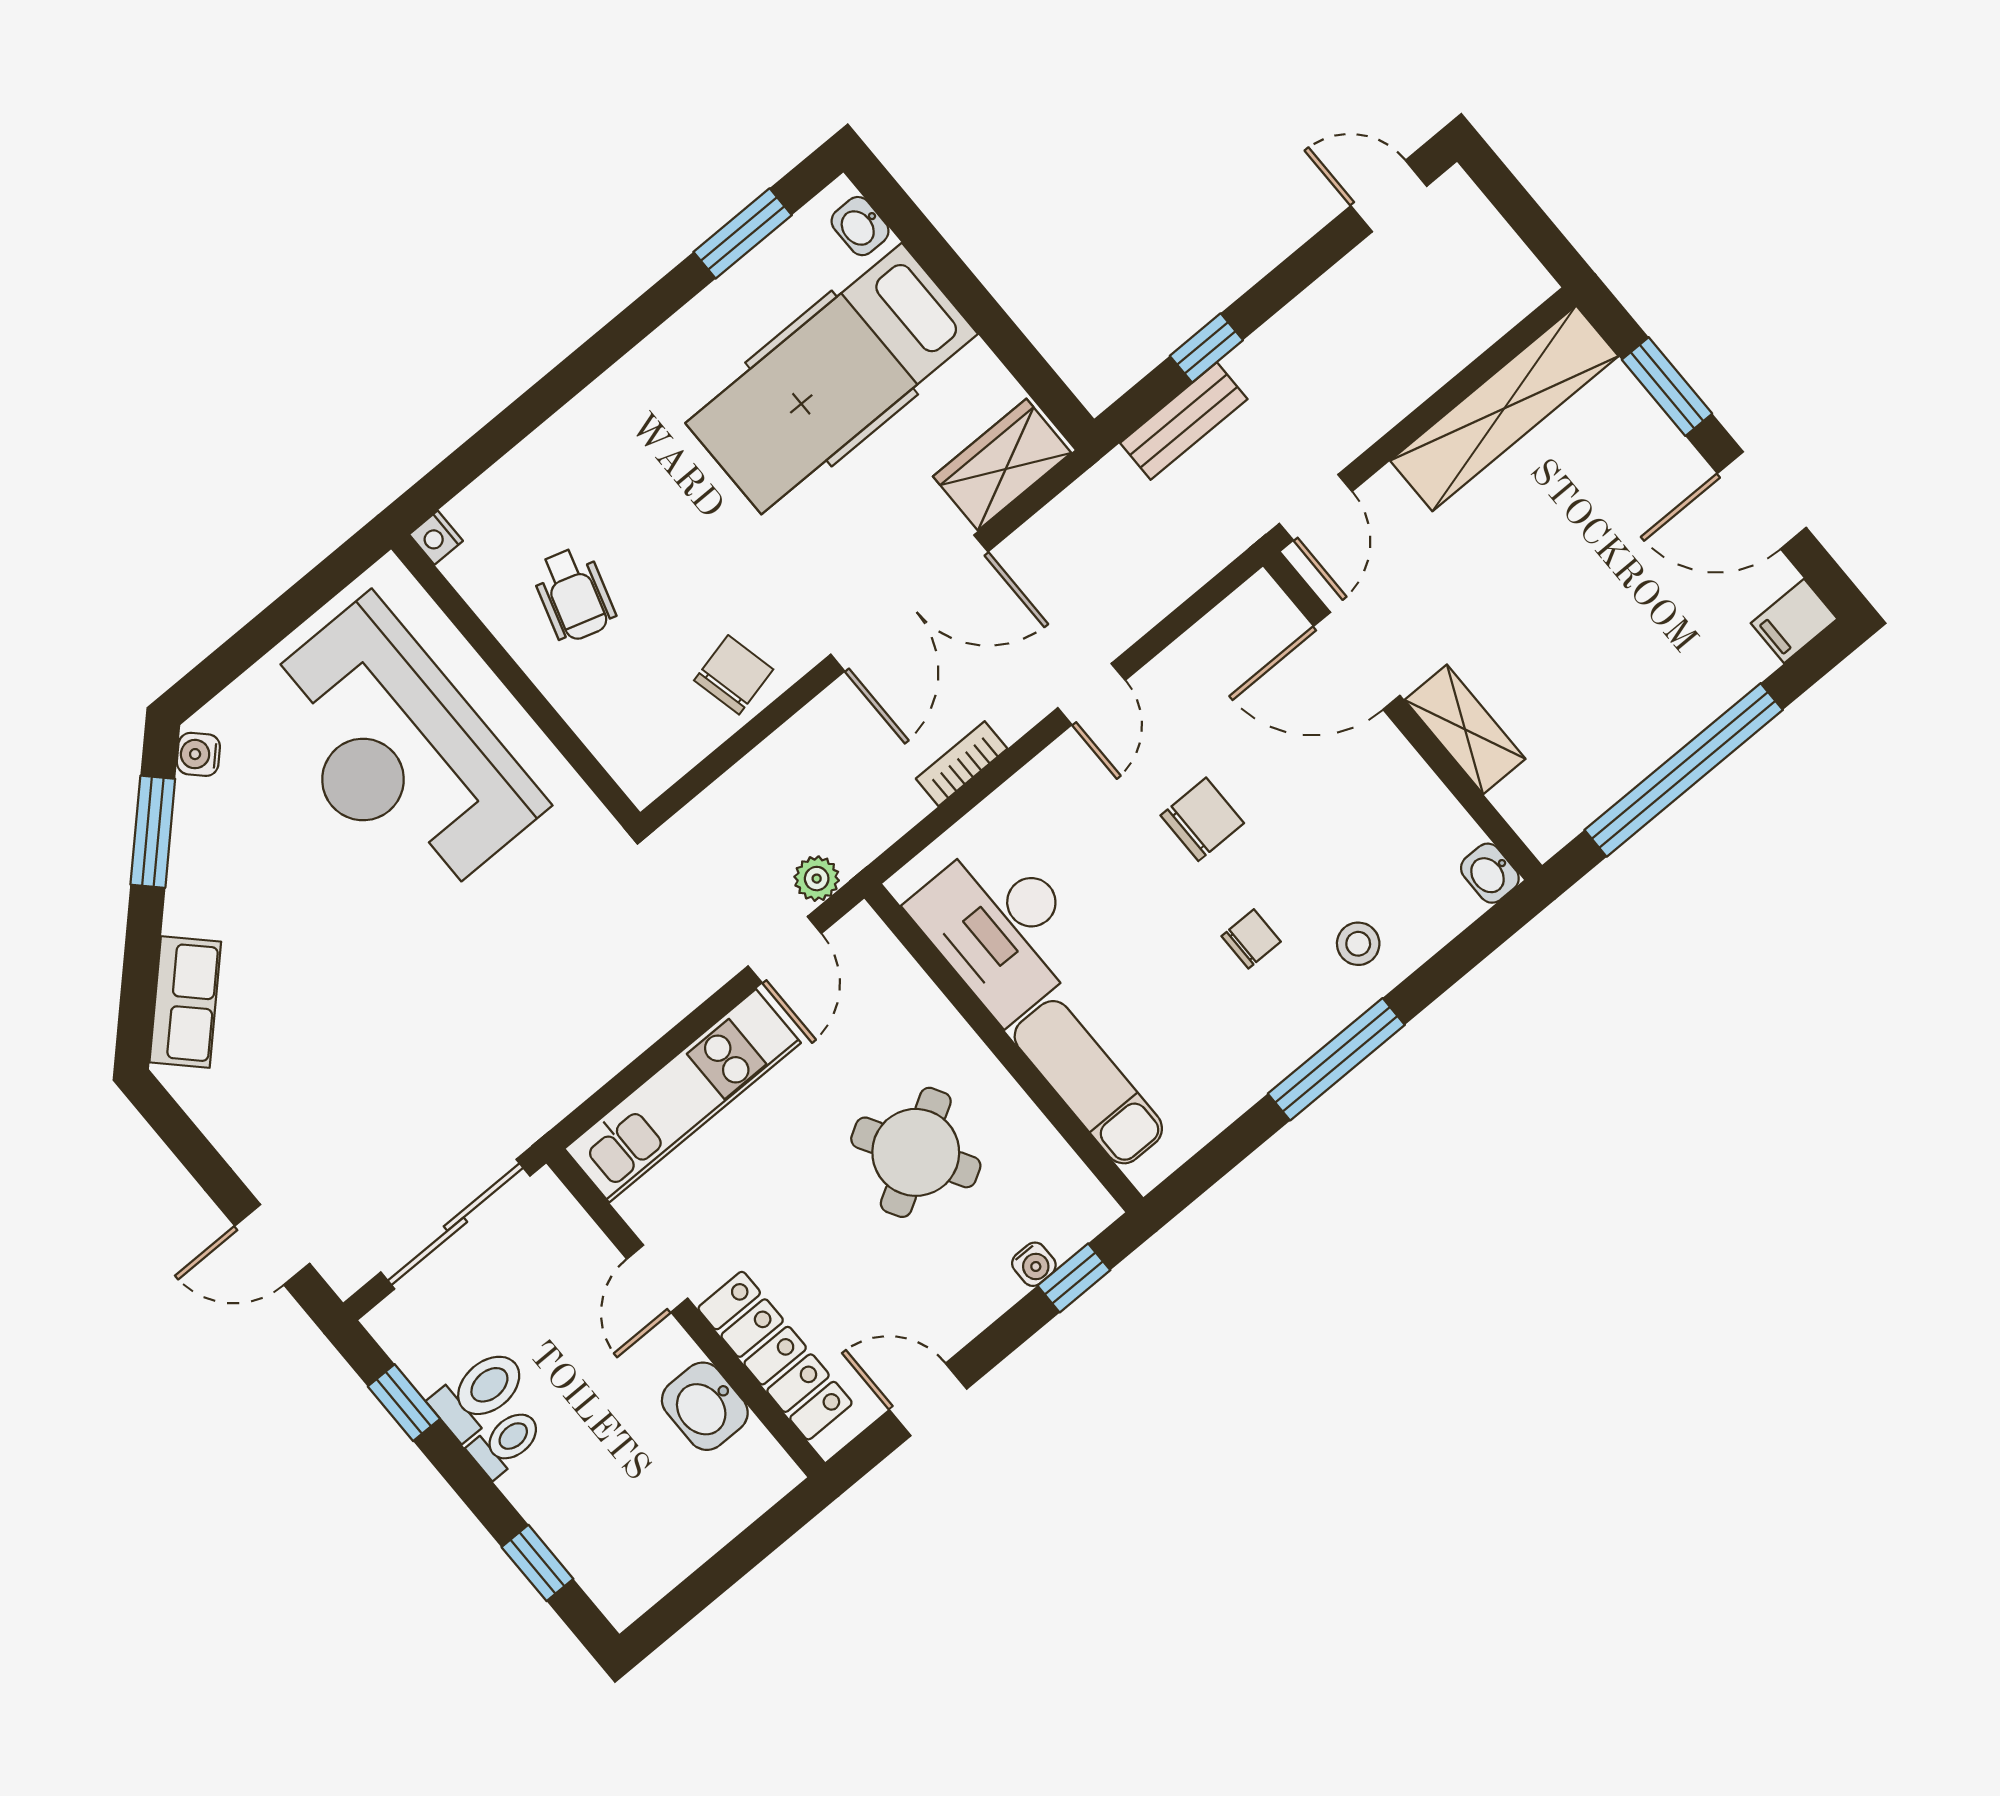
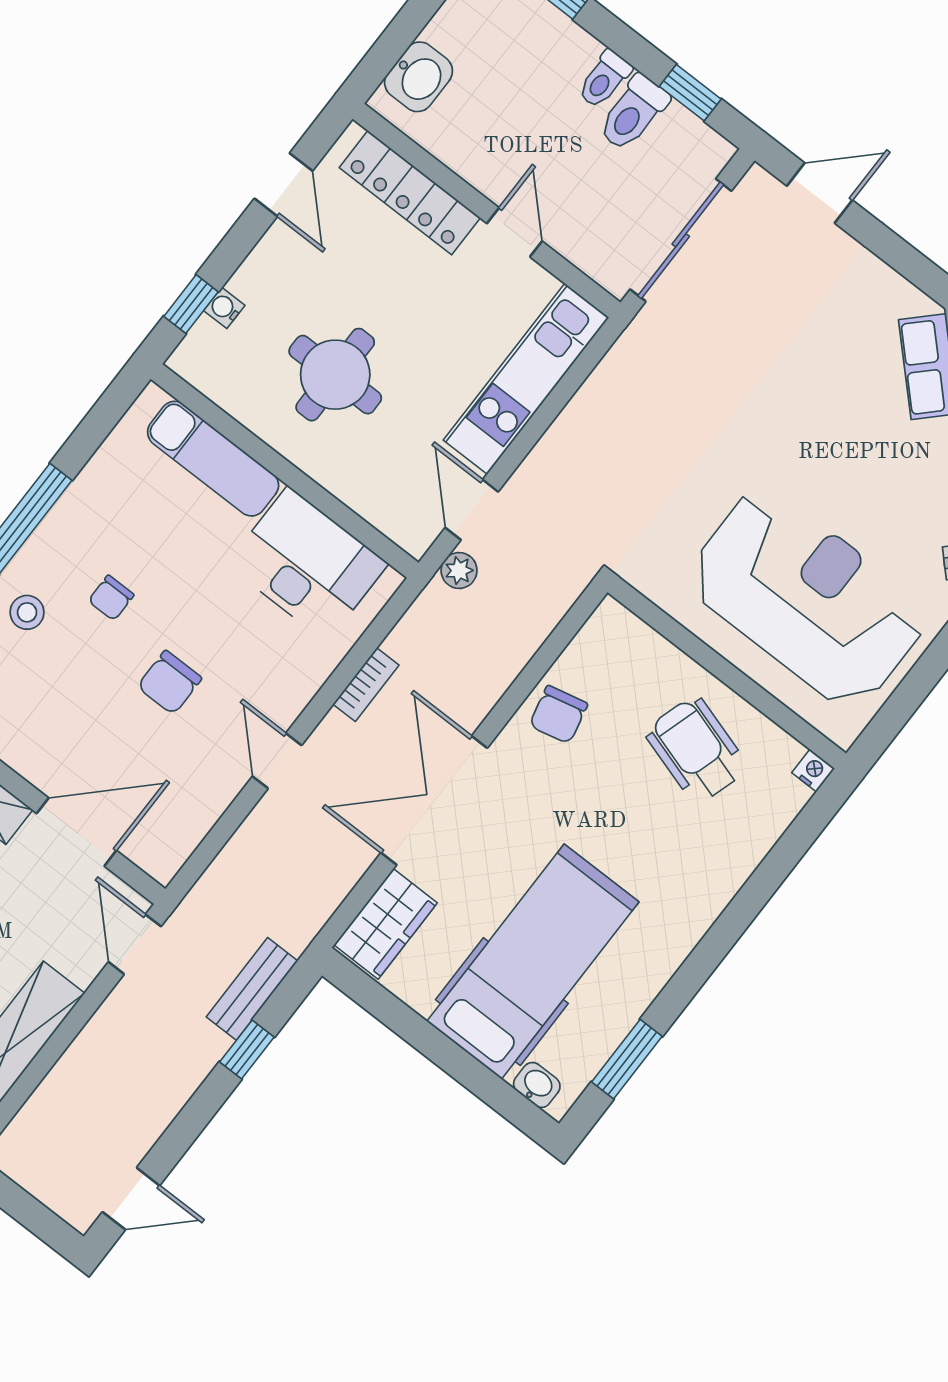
wheelchair: (574, 594) -> (696, 750), width x1.36, depth x1.37
round table: (916, 1152) -> (335, 375), turned 30
door: (928, 1399) -> (283, 185), hinge flipped
washbasin: (705, 1406) -> (419, 77), moved, turned 90

